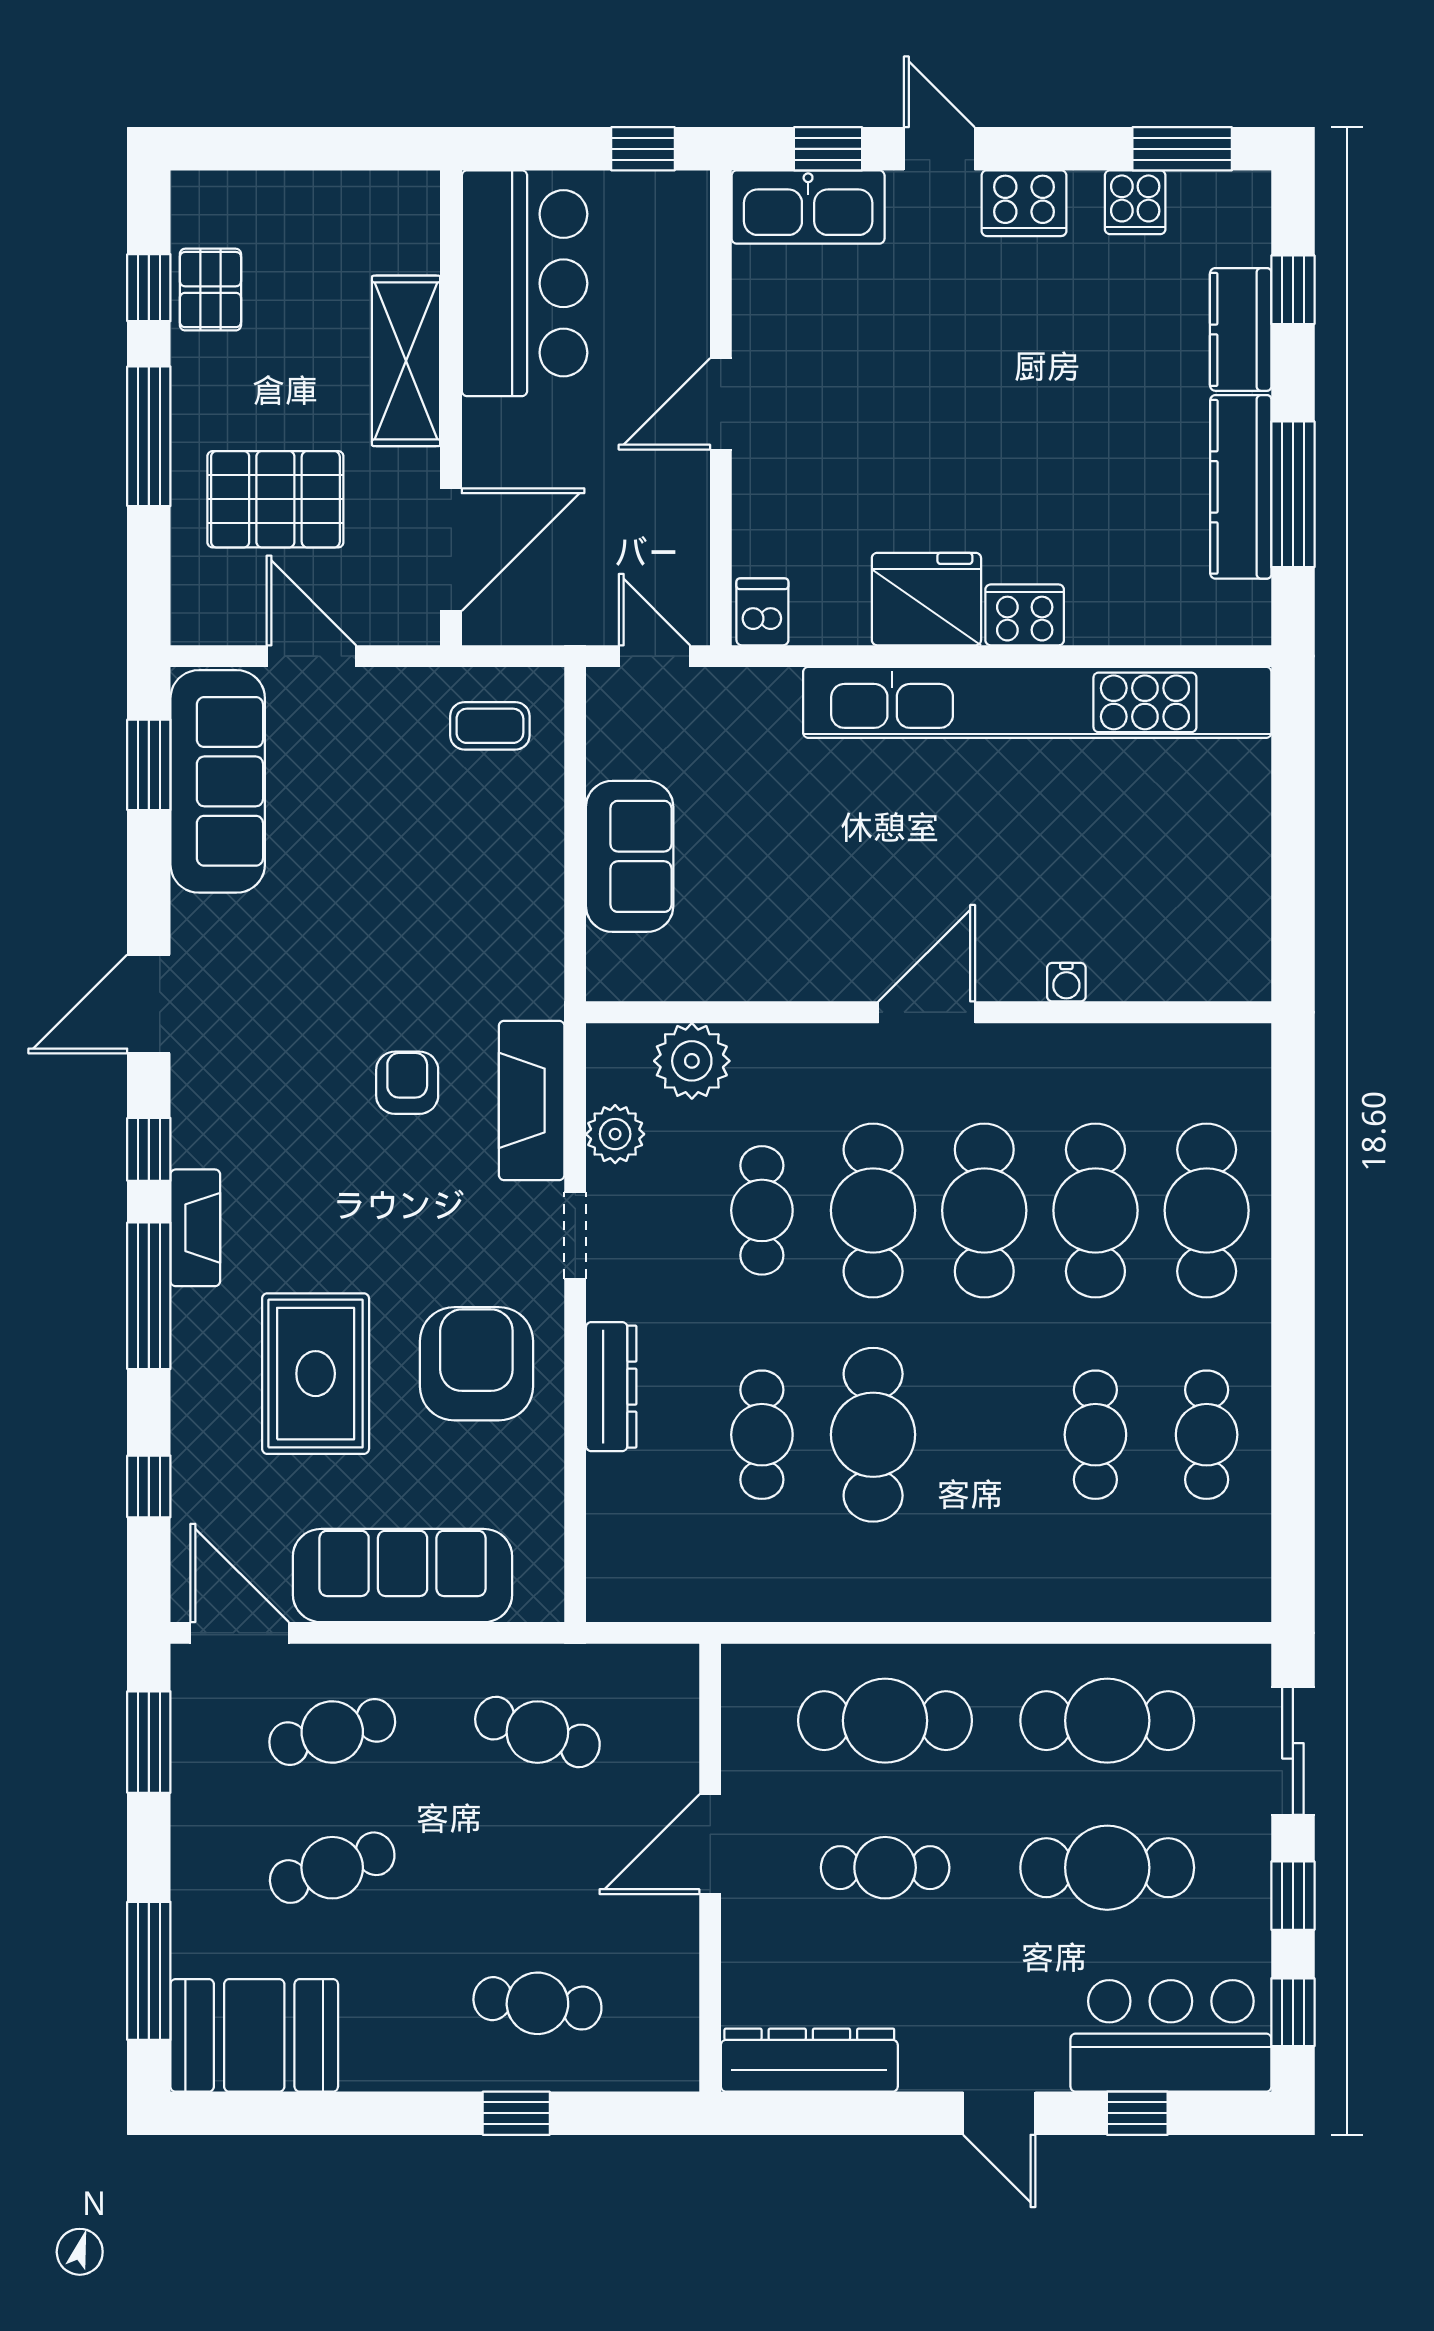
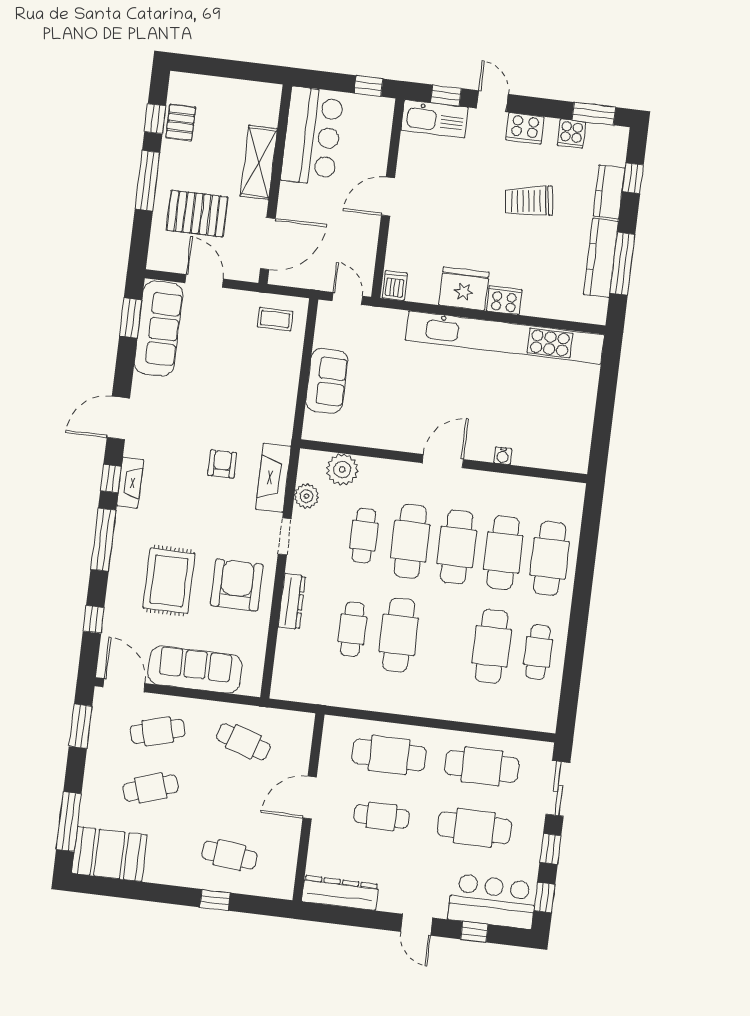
trolley: (1055, 373) -> (529, 201), added
fireplace: (195, 1228) -> (130, 483), moved
cafe table: (1095, 1435) -> (492, 646), width x1.37, depth x1.35

